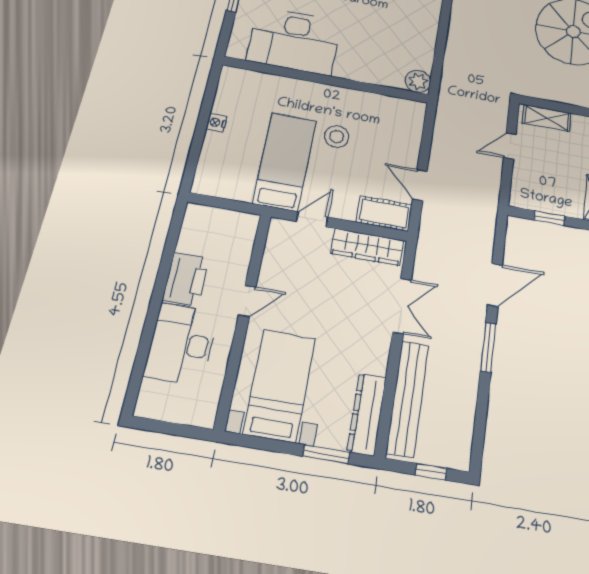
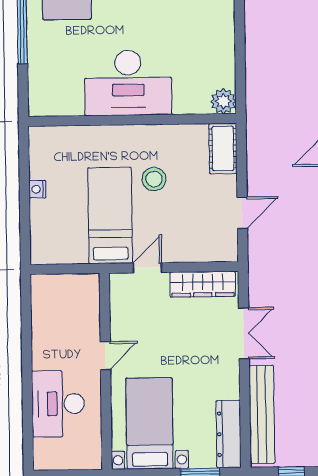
desk: (294, 41) -> (128, 83), moved
door: (420, 185) -> (242, 213), swing flipped
cot: (384, 214) -> (223, 149), moved, turned 90
printer: (186, 279) -> (47, 346), removed

